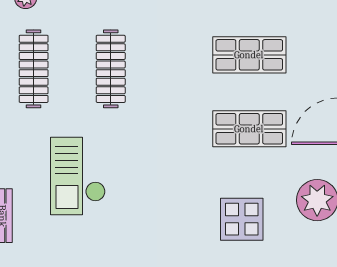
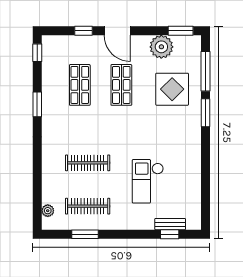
checkout: (78, 176) -> (148, 181), turned 90
display table: (242, 219) -> (172, 89), width x1.36, depth x1.36

